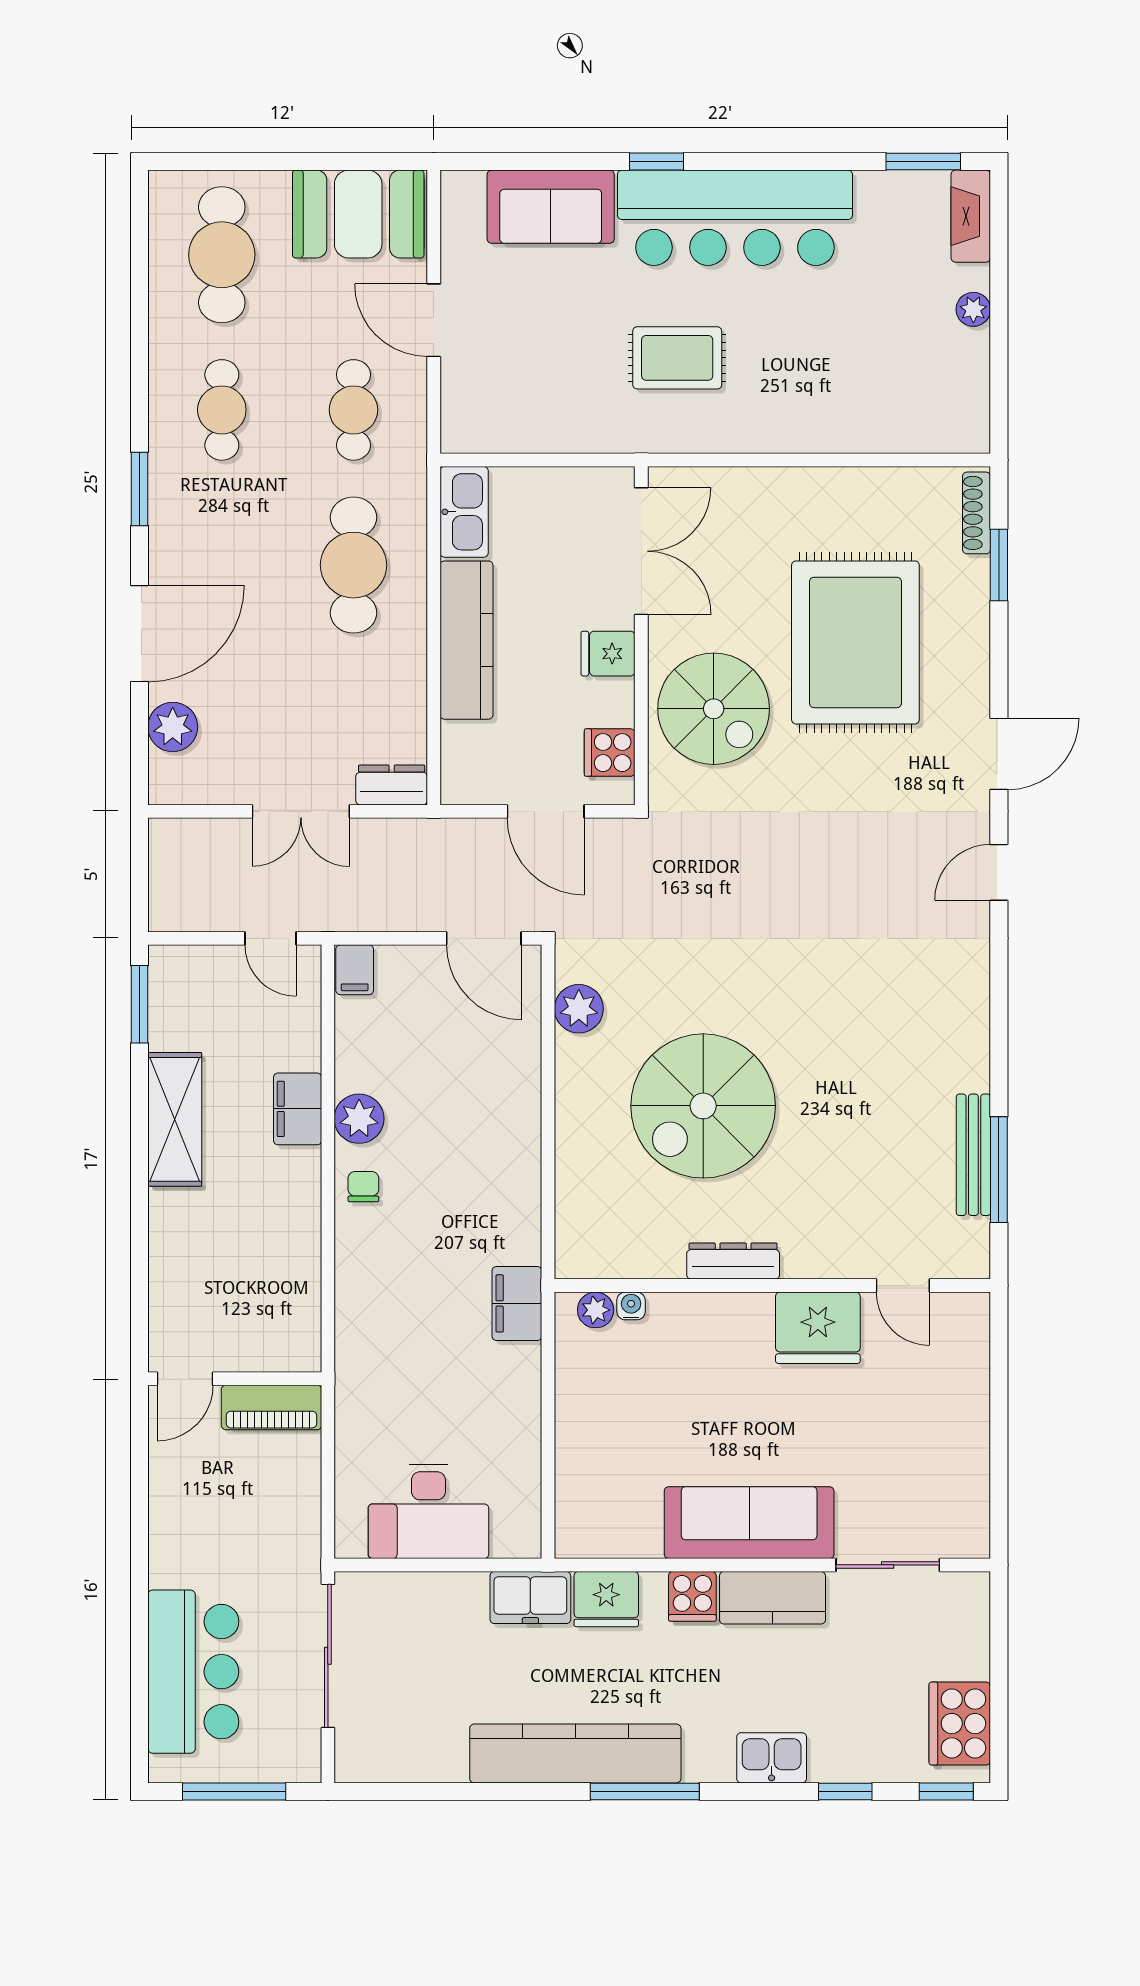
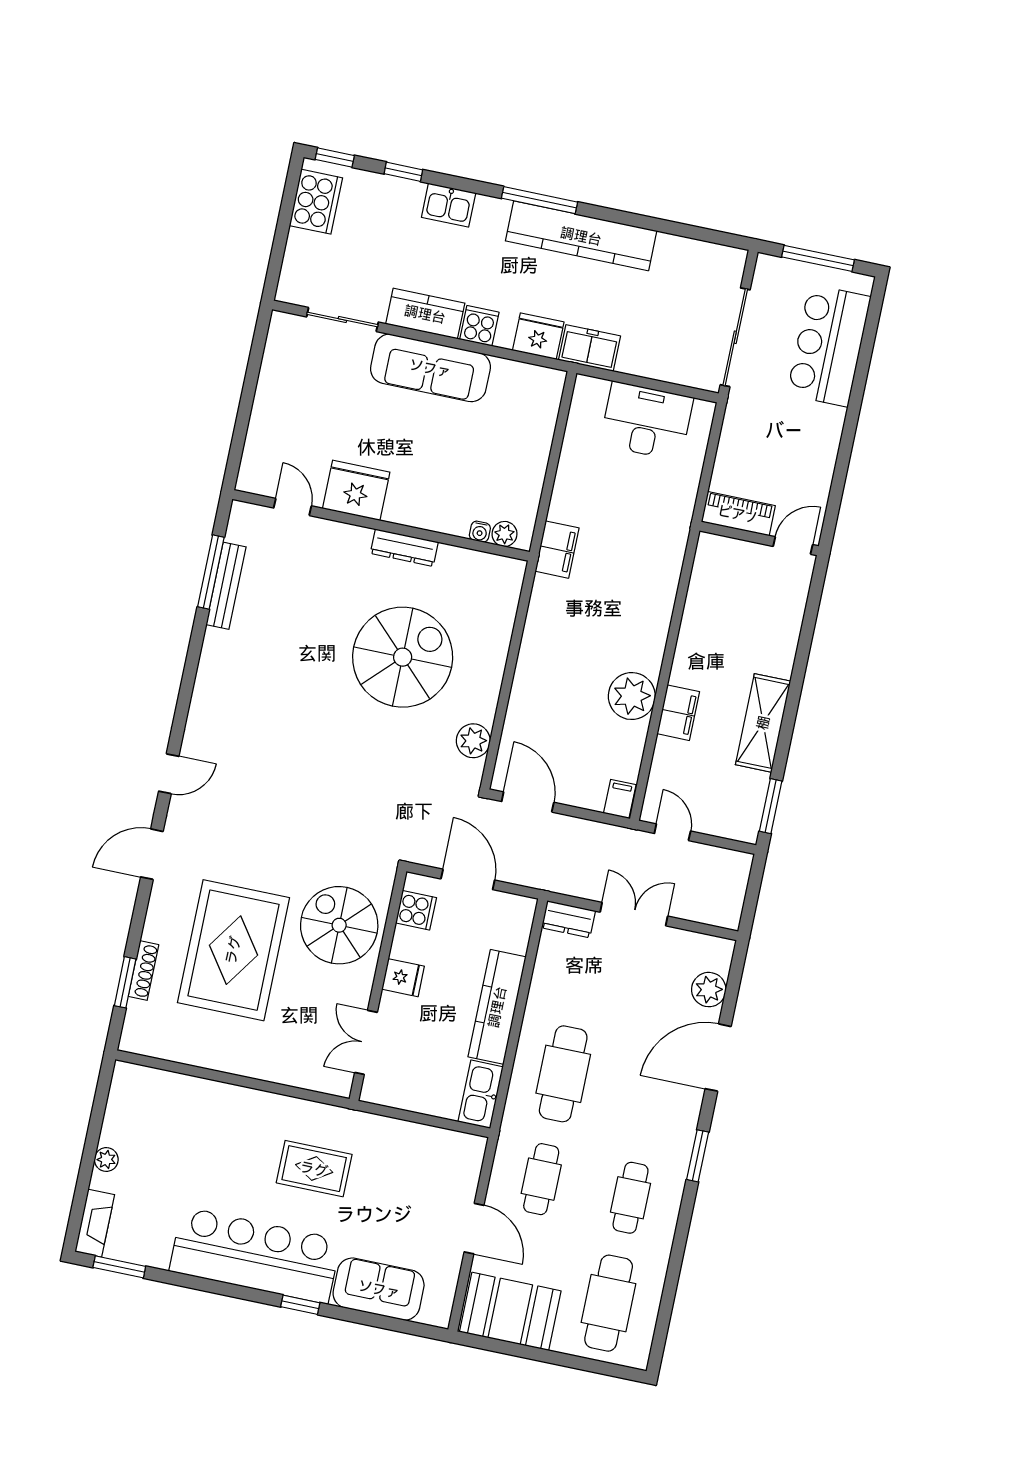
shoe rack: (977, 513) -> (143, 971), moved
double door: (641, 551) -> (366, 1042), width x0.73
plant: (359, 1119) -> (632, 696), width x1.36, depth x1.36
chair: (363, 1187) -> (645, 651), removed

